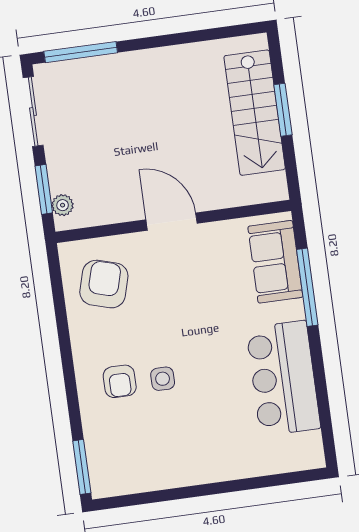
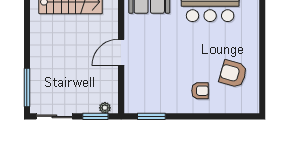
armchair: (104, 284) -> (233, 74), moved
side table: (163, 379) -> (202, 68), removed
window: (82, 467) -> (151, 116), moved

